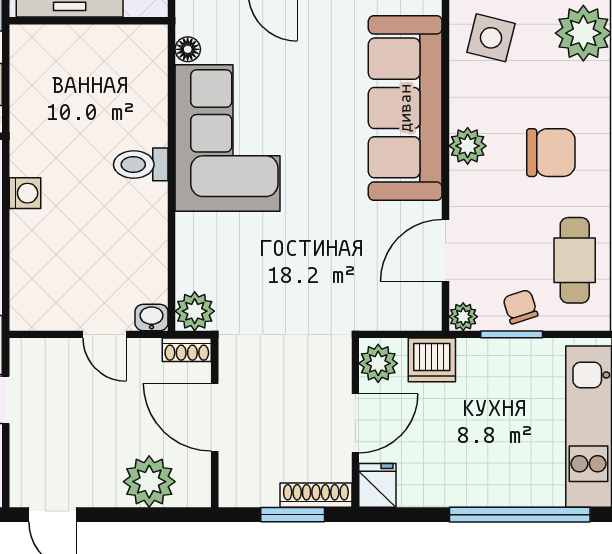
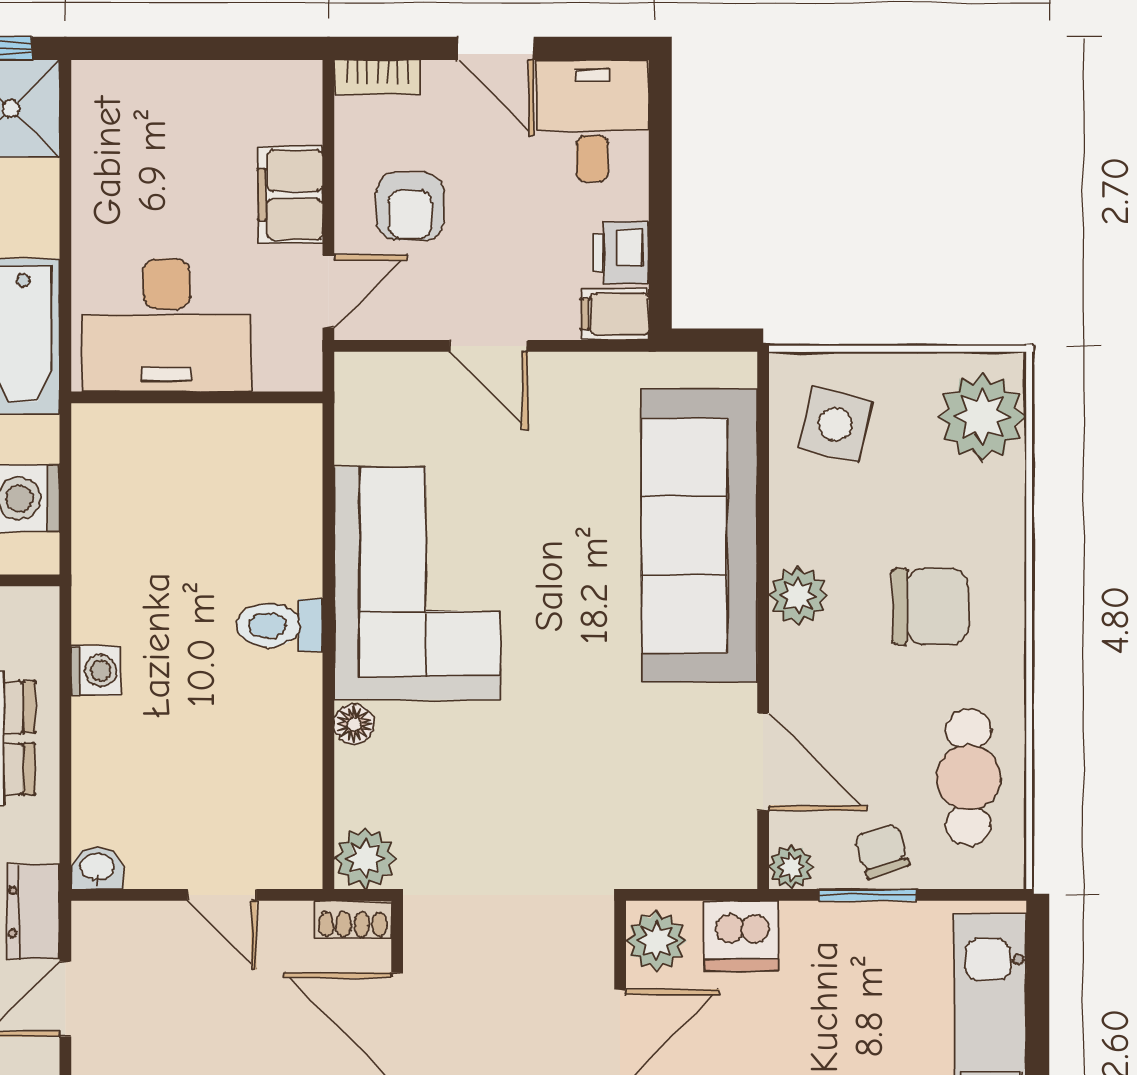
floor lamp: (188, 49) -> (354, 724), moved
door: (445, 250) -> (763, 762), swing flipped
washbasin: (152, 317) -> (97, 868), moved

